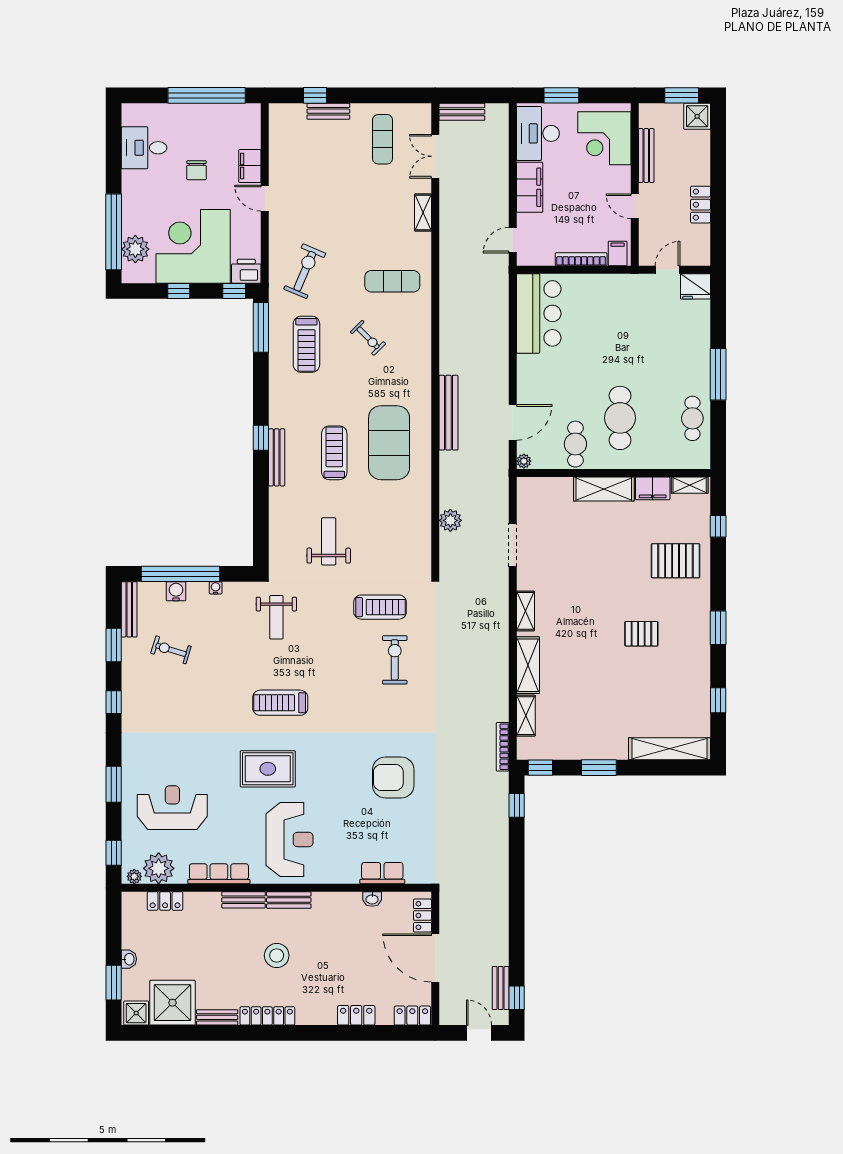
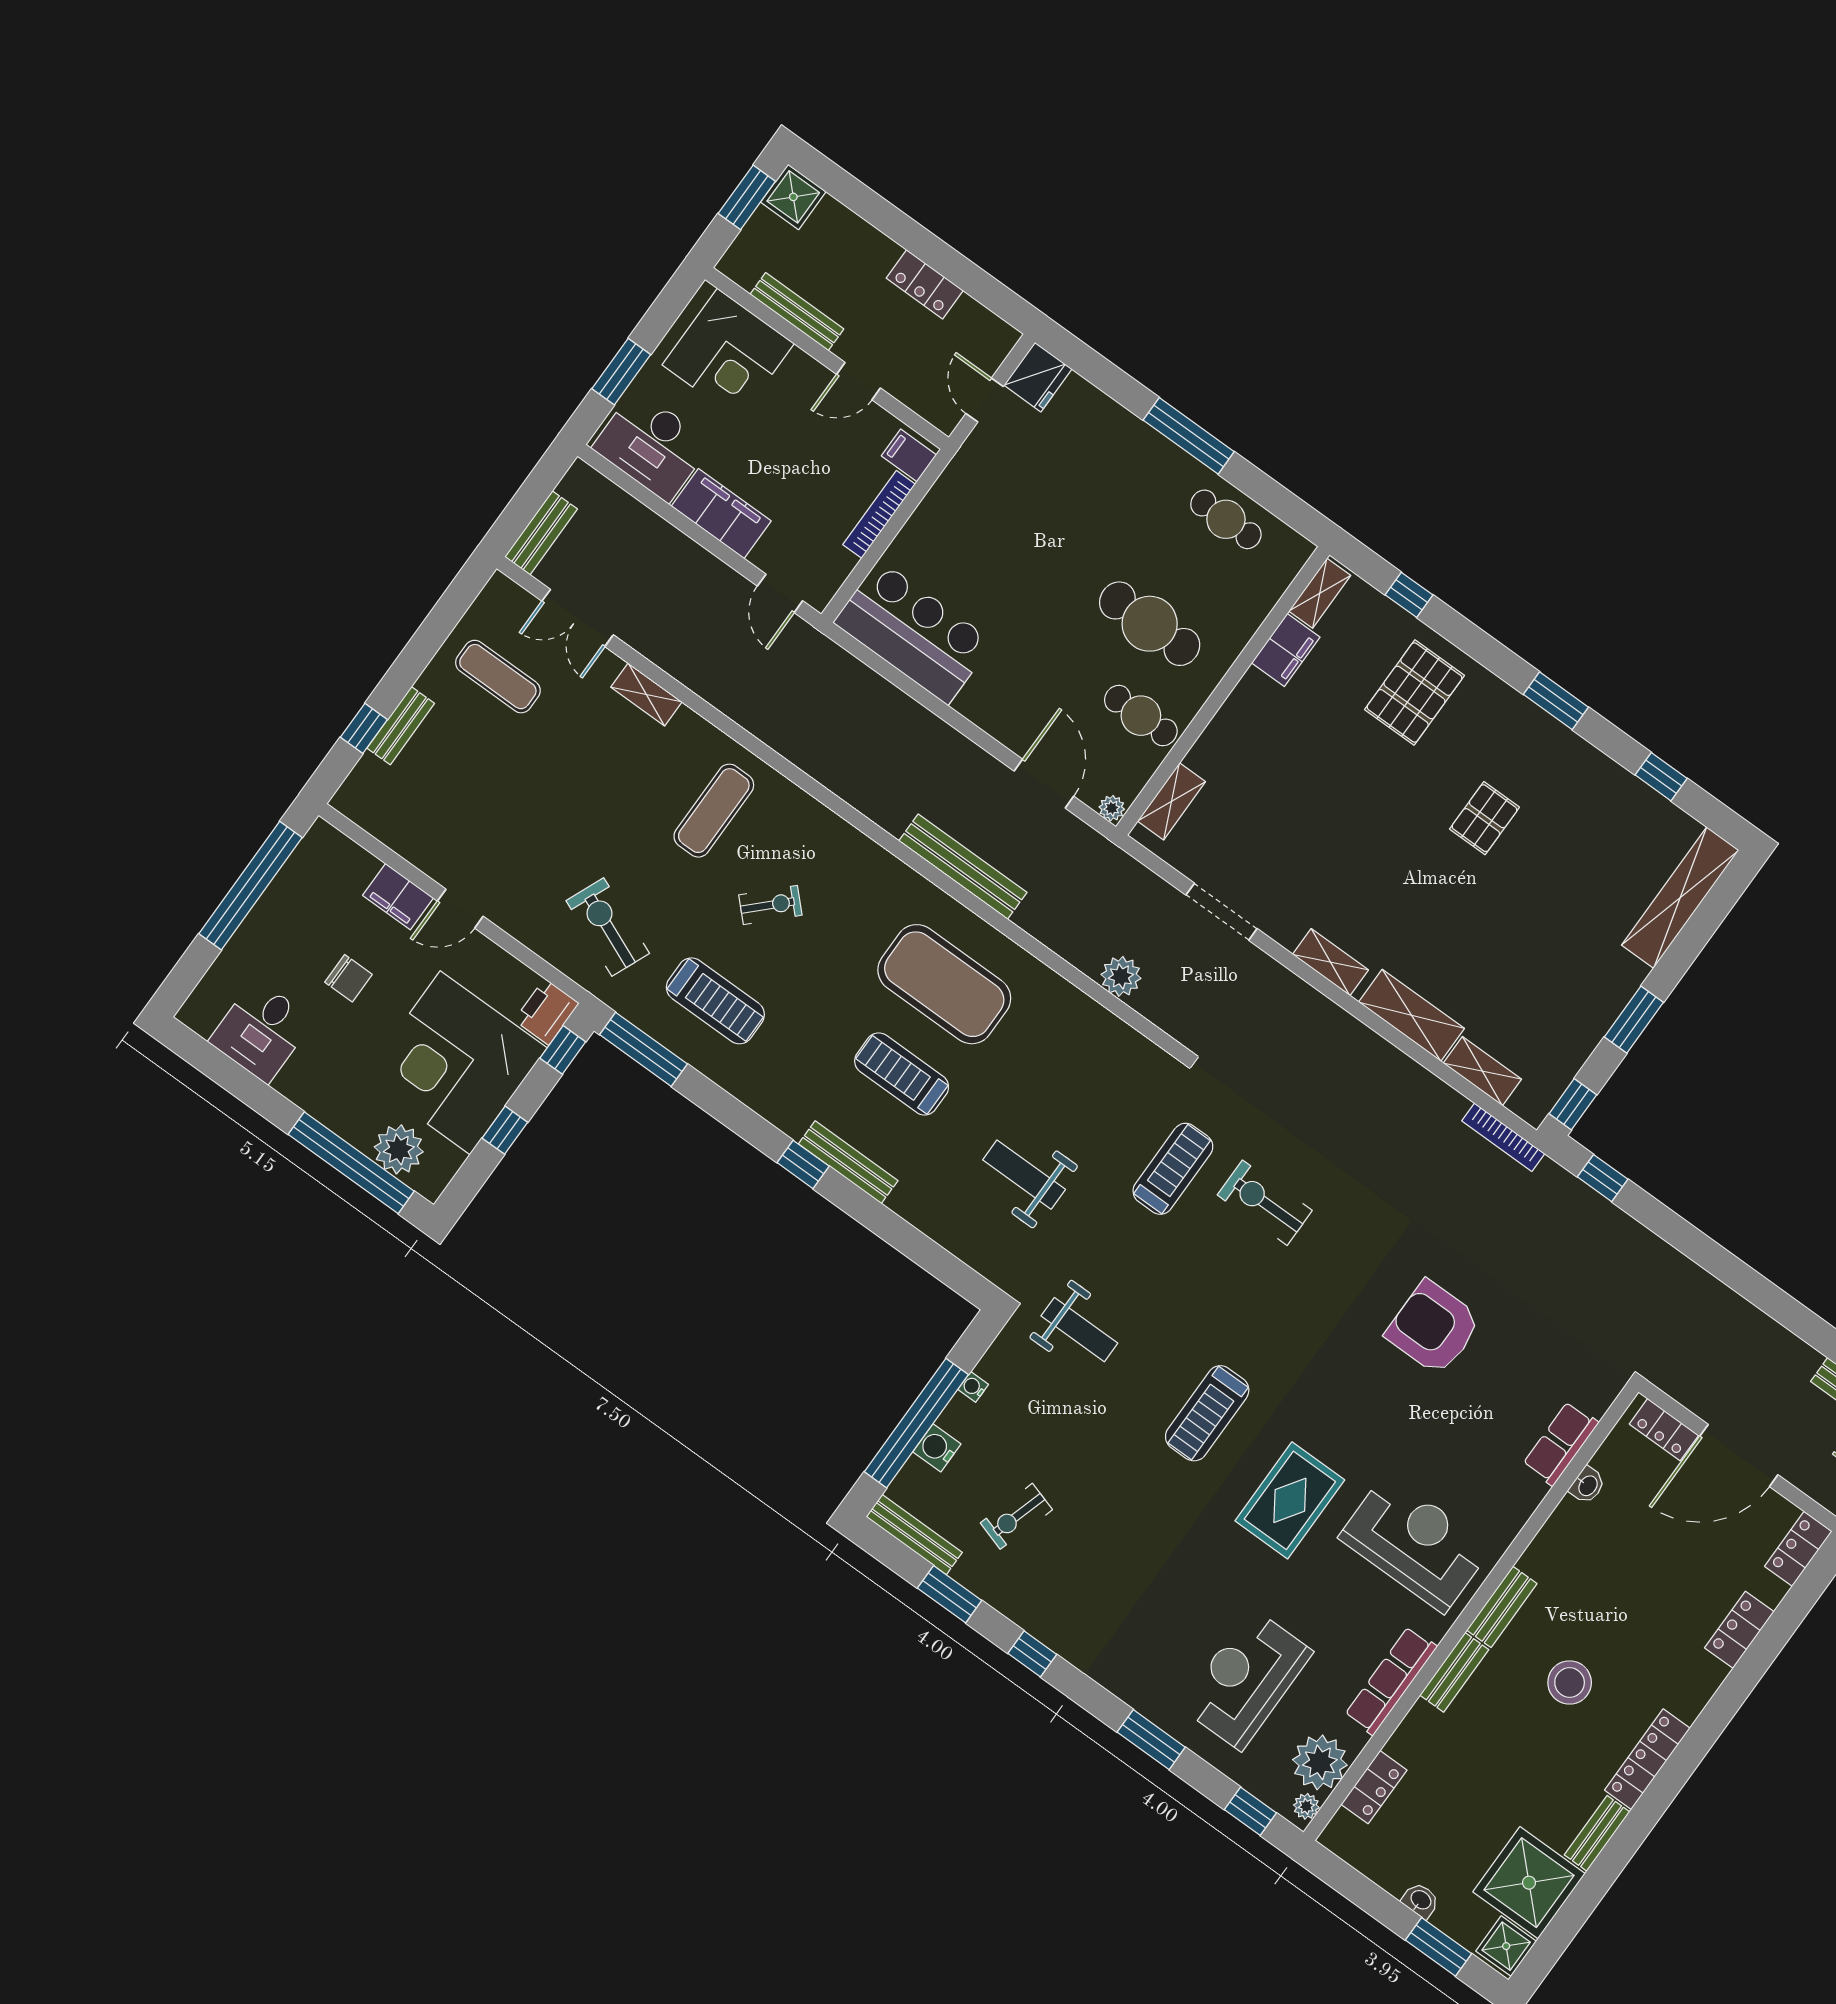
shelving: (604, 489) -> (1171, 801), moved, width x0.67, depth x0.75
armchair: (393, 777) -> (1434, 1328), turned 90

